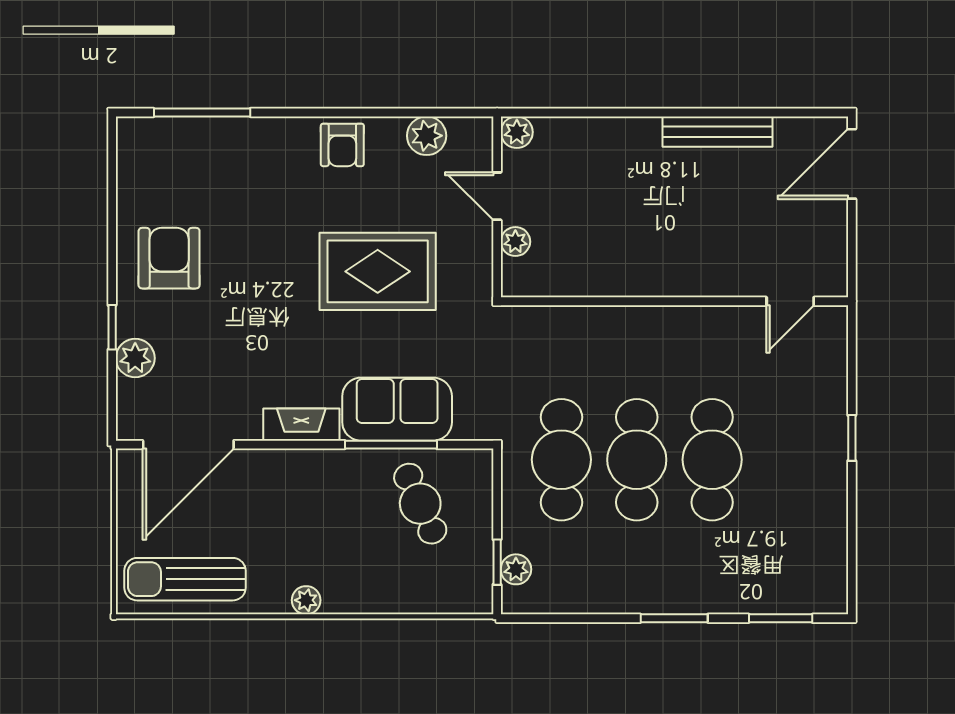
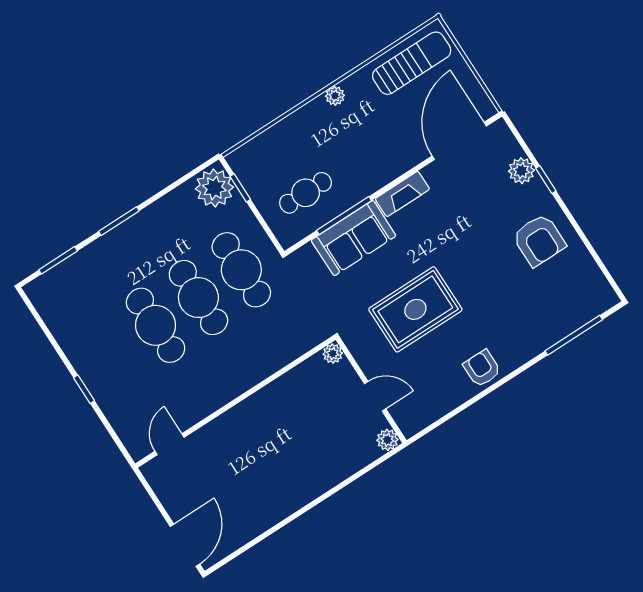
bench: (718, 132) -> (273, 514), removed
plant: (427, 136) -> (437, 405), removed
plant: (515, 242) -> (333, 354), moved
cafe table: (420, 504) -> (306, 193), turned -66
plant: (516, 569) -> (214, 188), width x1.87, depth x1.87

